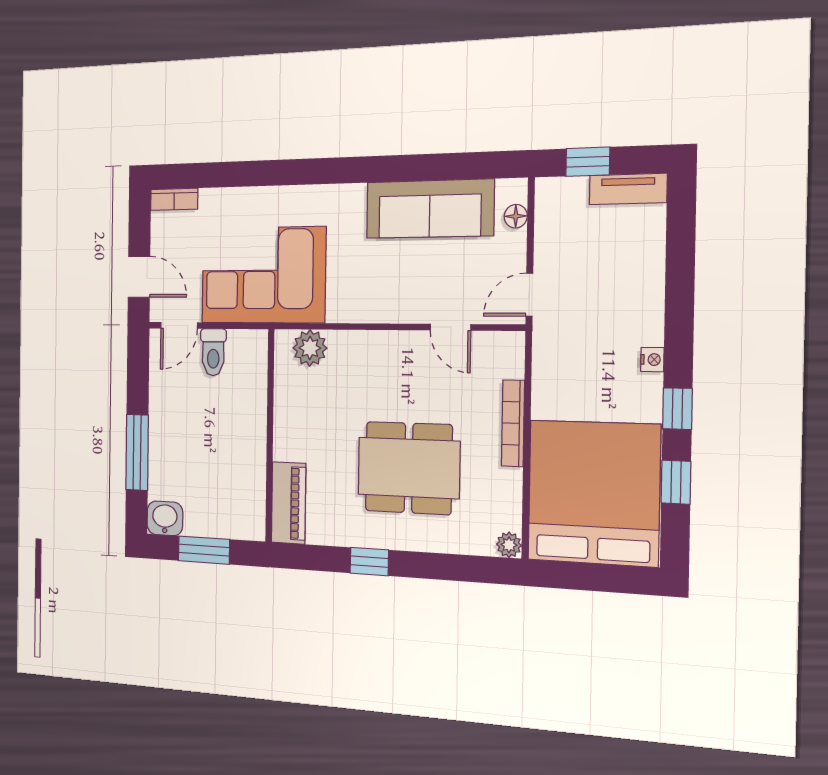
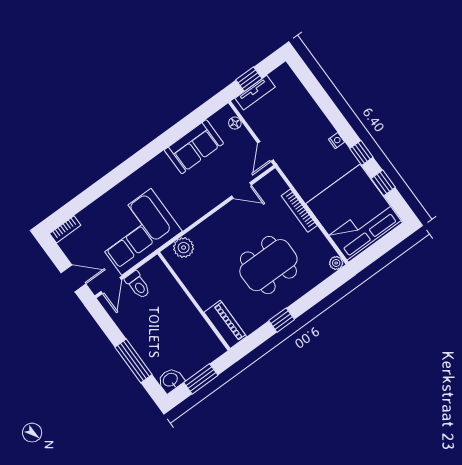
tv unit: (628, 189) -> (255, 93), moved
sofa: (430, 209) -> (194, 147), width x0.73

